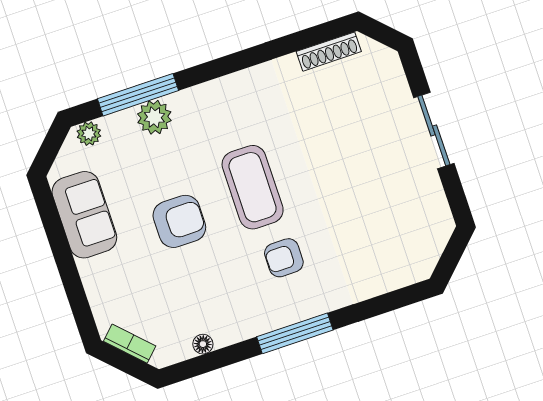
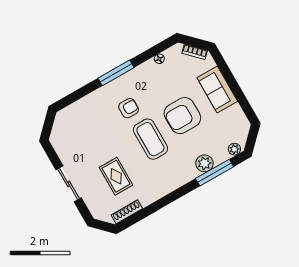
rug: (336, 127) -> (116, 176), added
sofa: (84, 215) -> (217, 89), moved
armchair: (179, 221) -> (182, 116), width x1.36, depth x1.36

